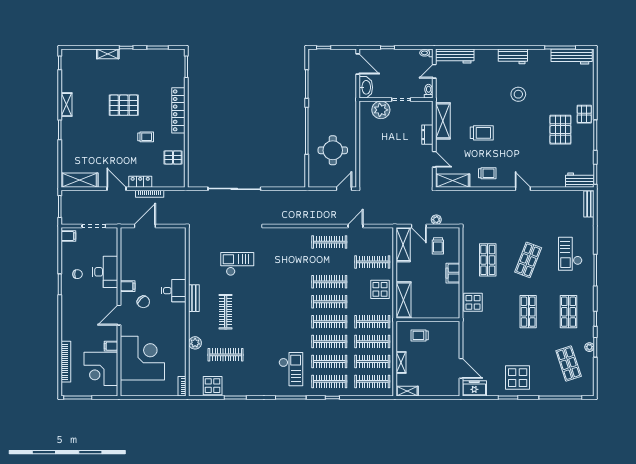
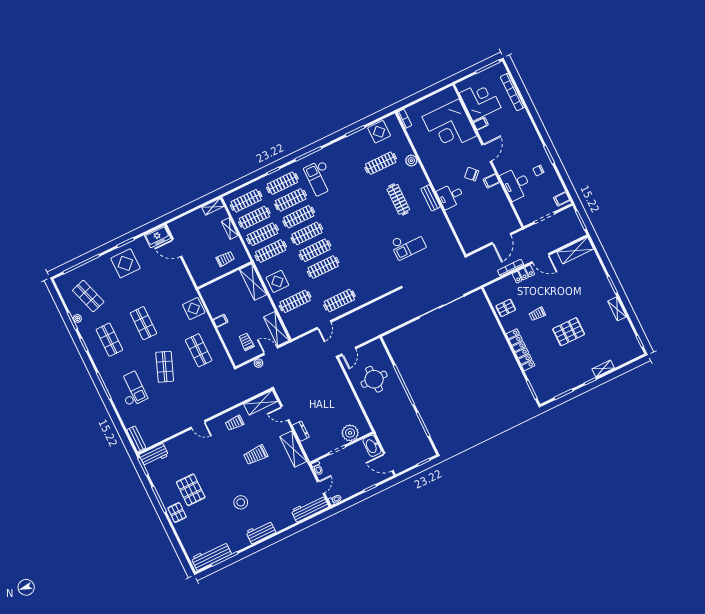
filing cabinet: (453, 273) -> (221, 321), width x0.50

